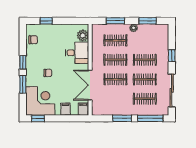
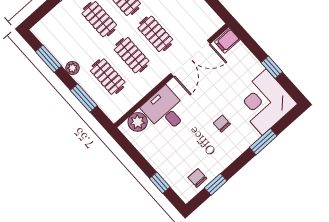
window: (23, 62) -> (216, 184), moved
filing cabinet: (65, 109) -> (247, 62), removed
window: (38, 118) -> (272, 67), moved

